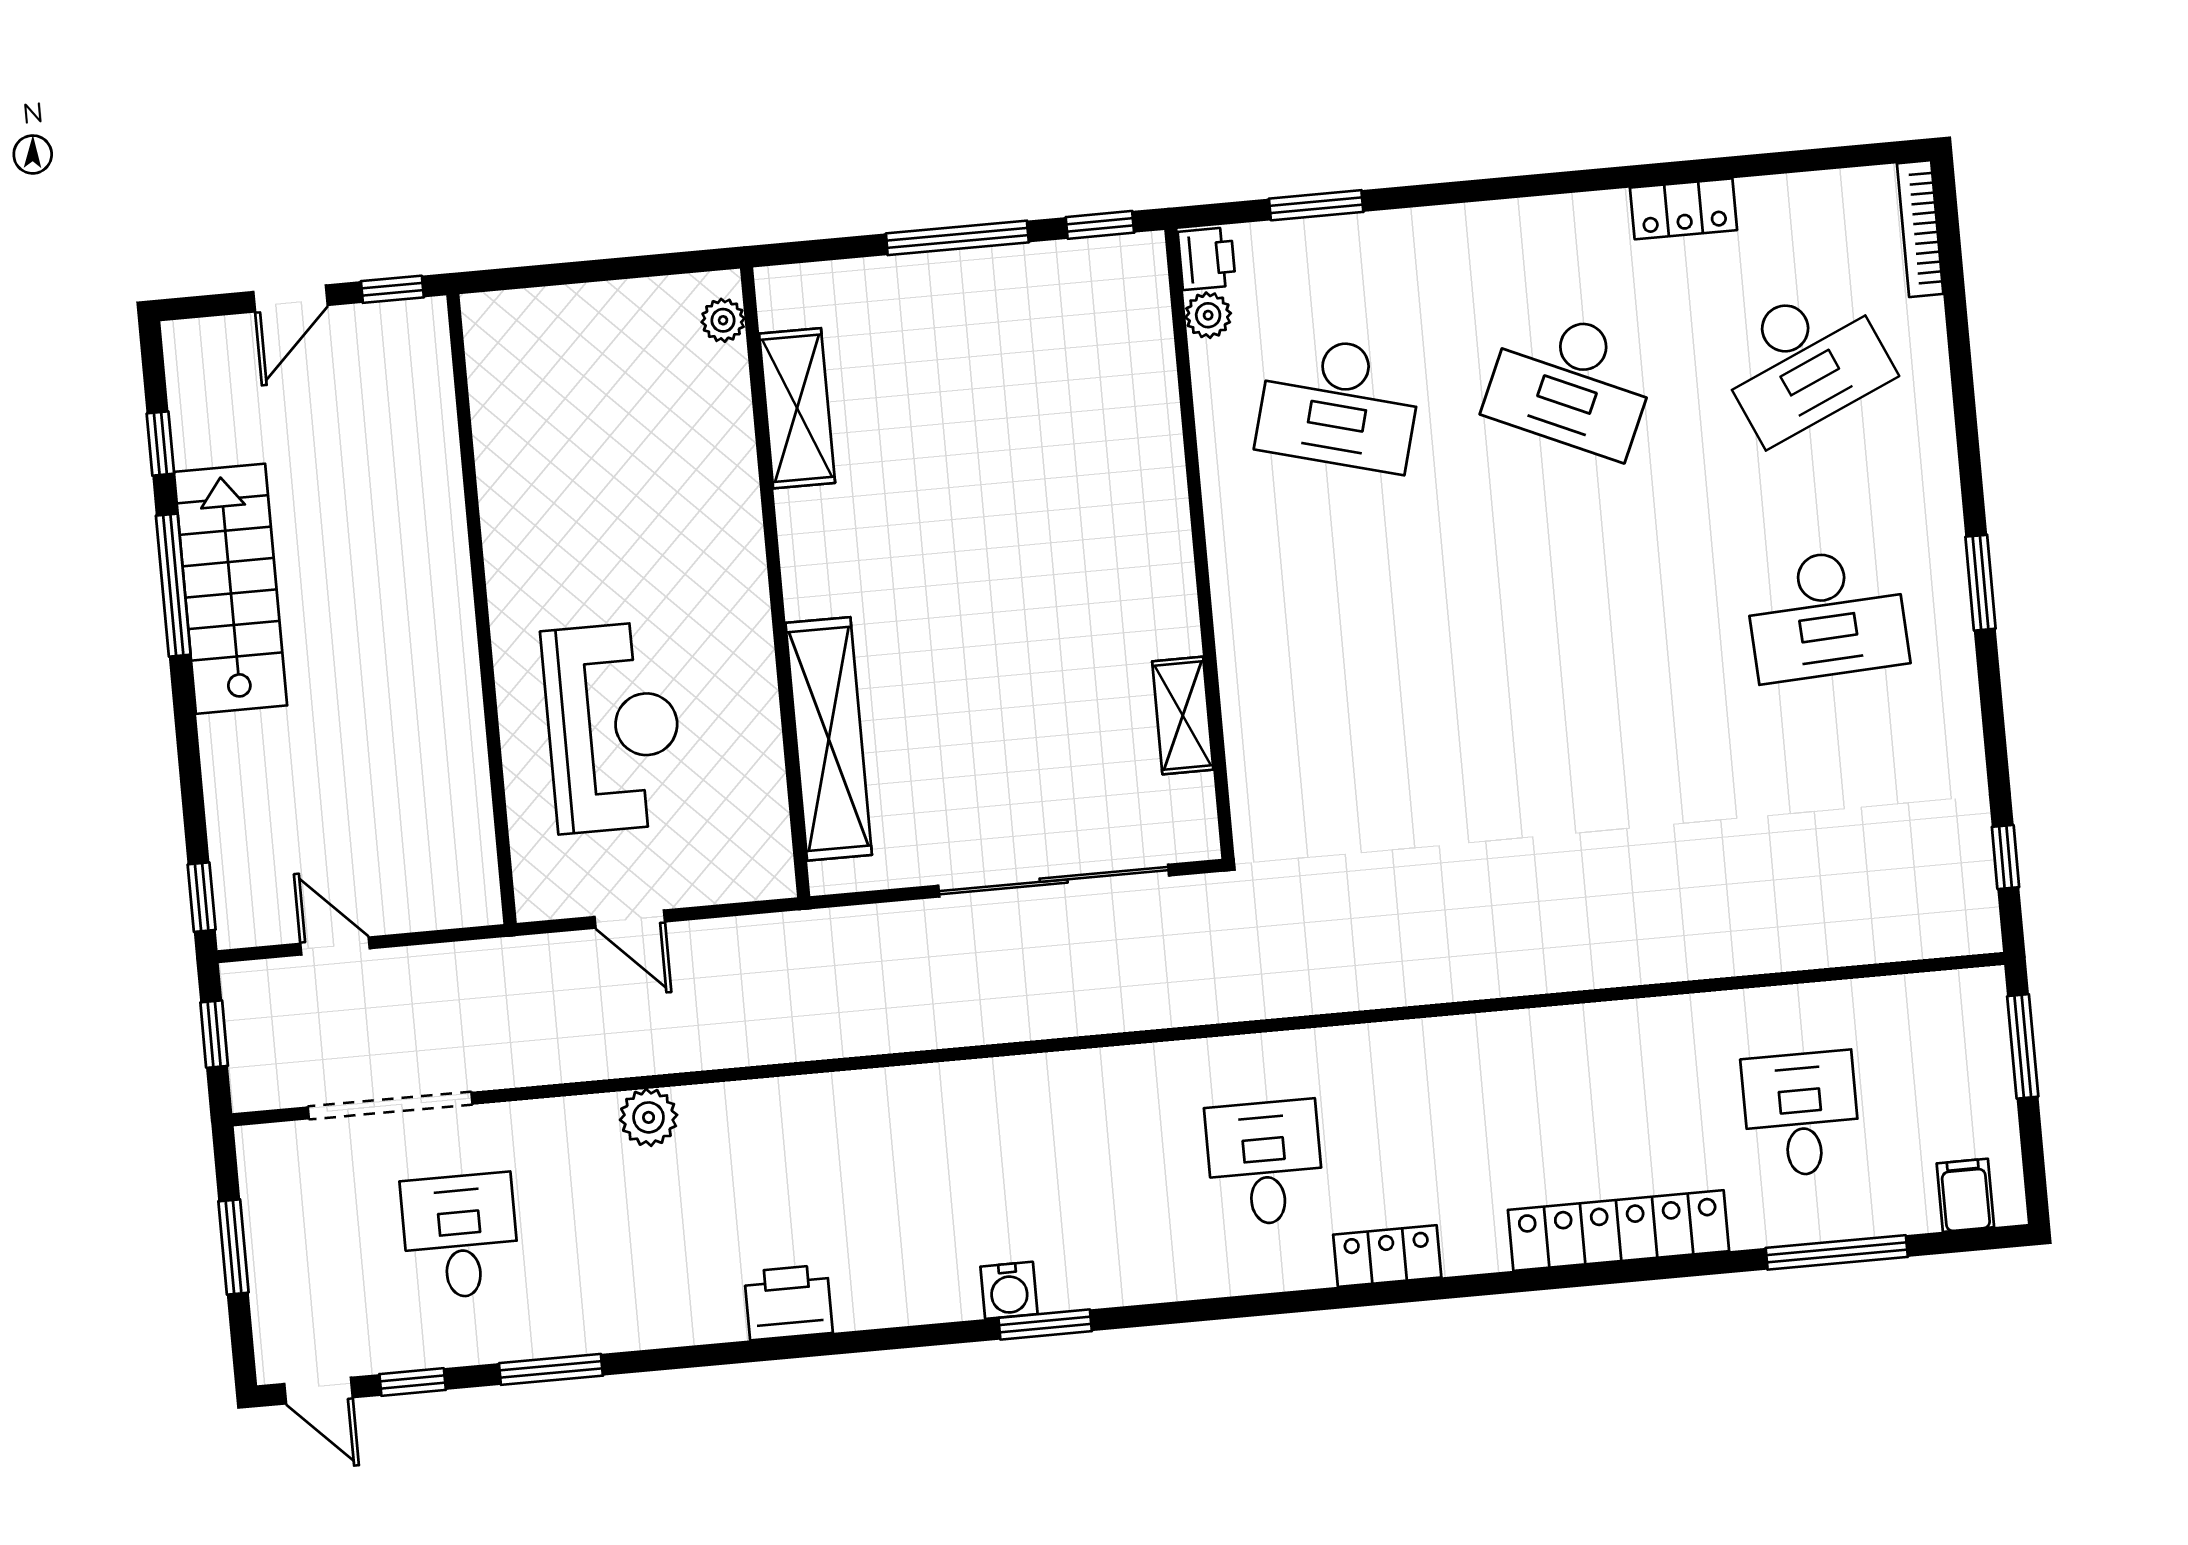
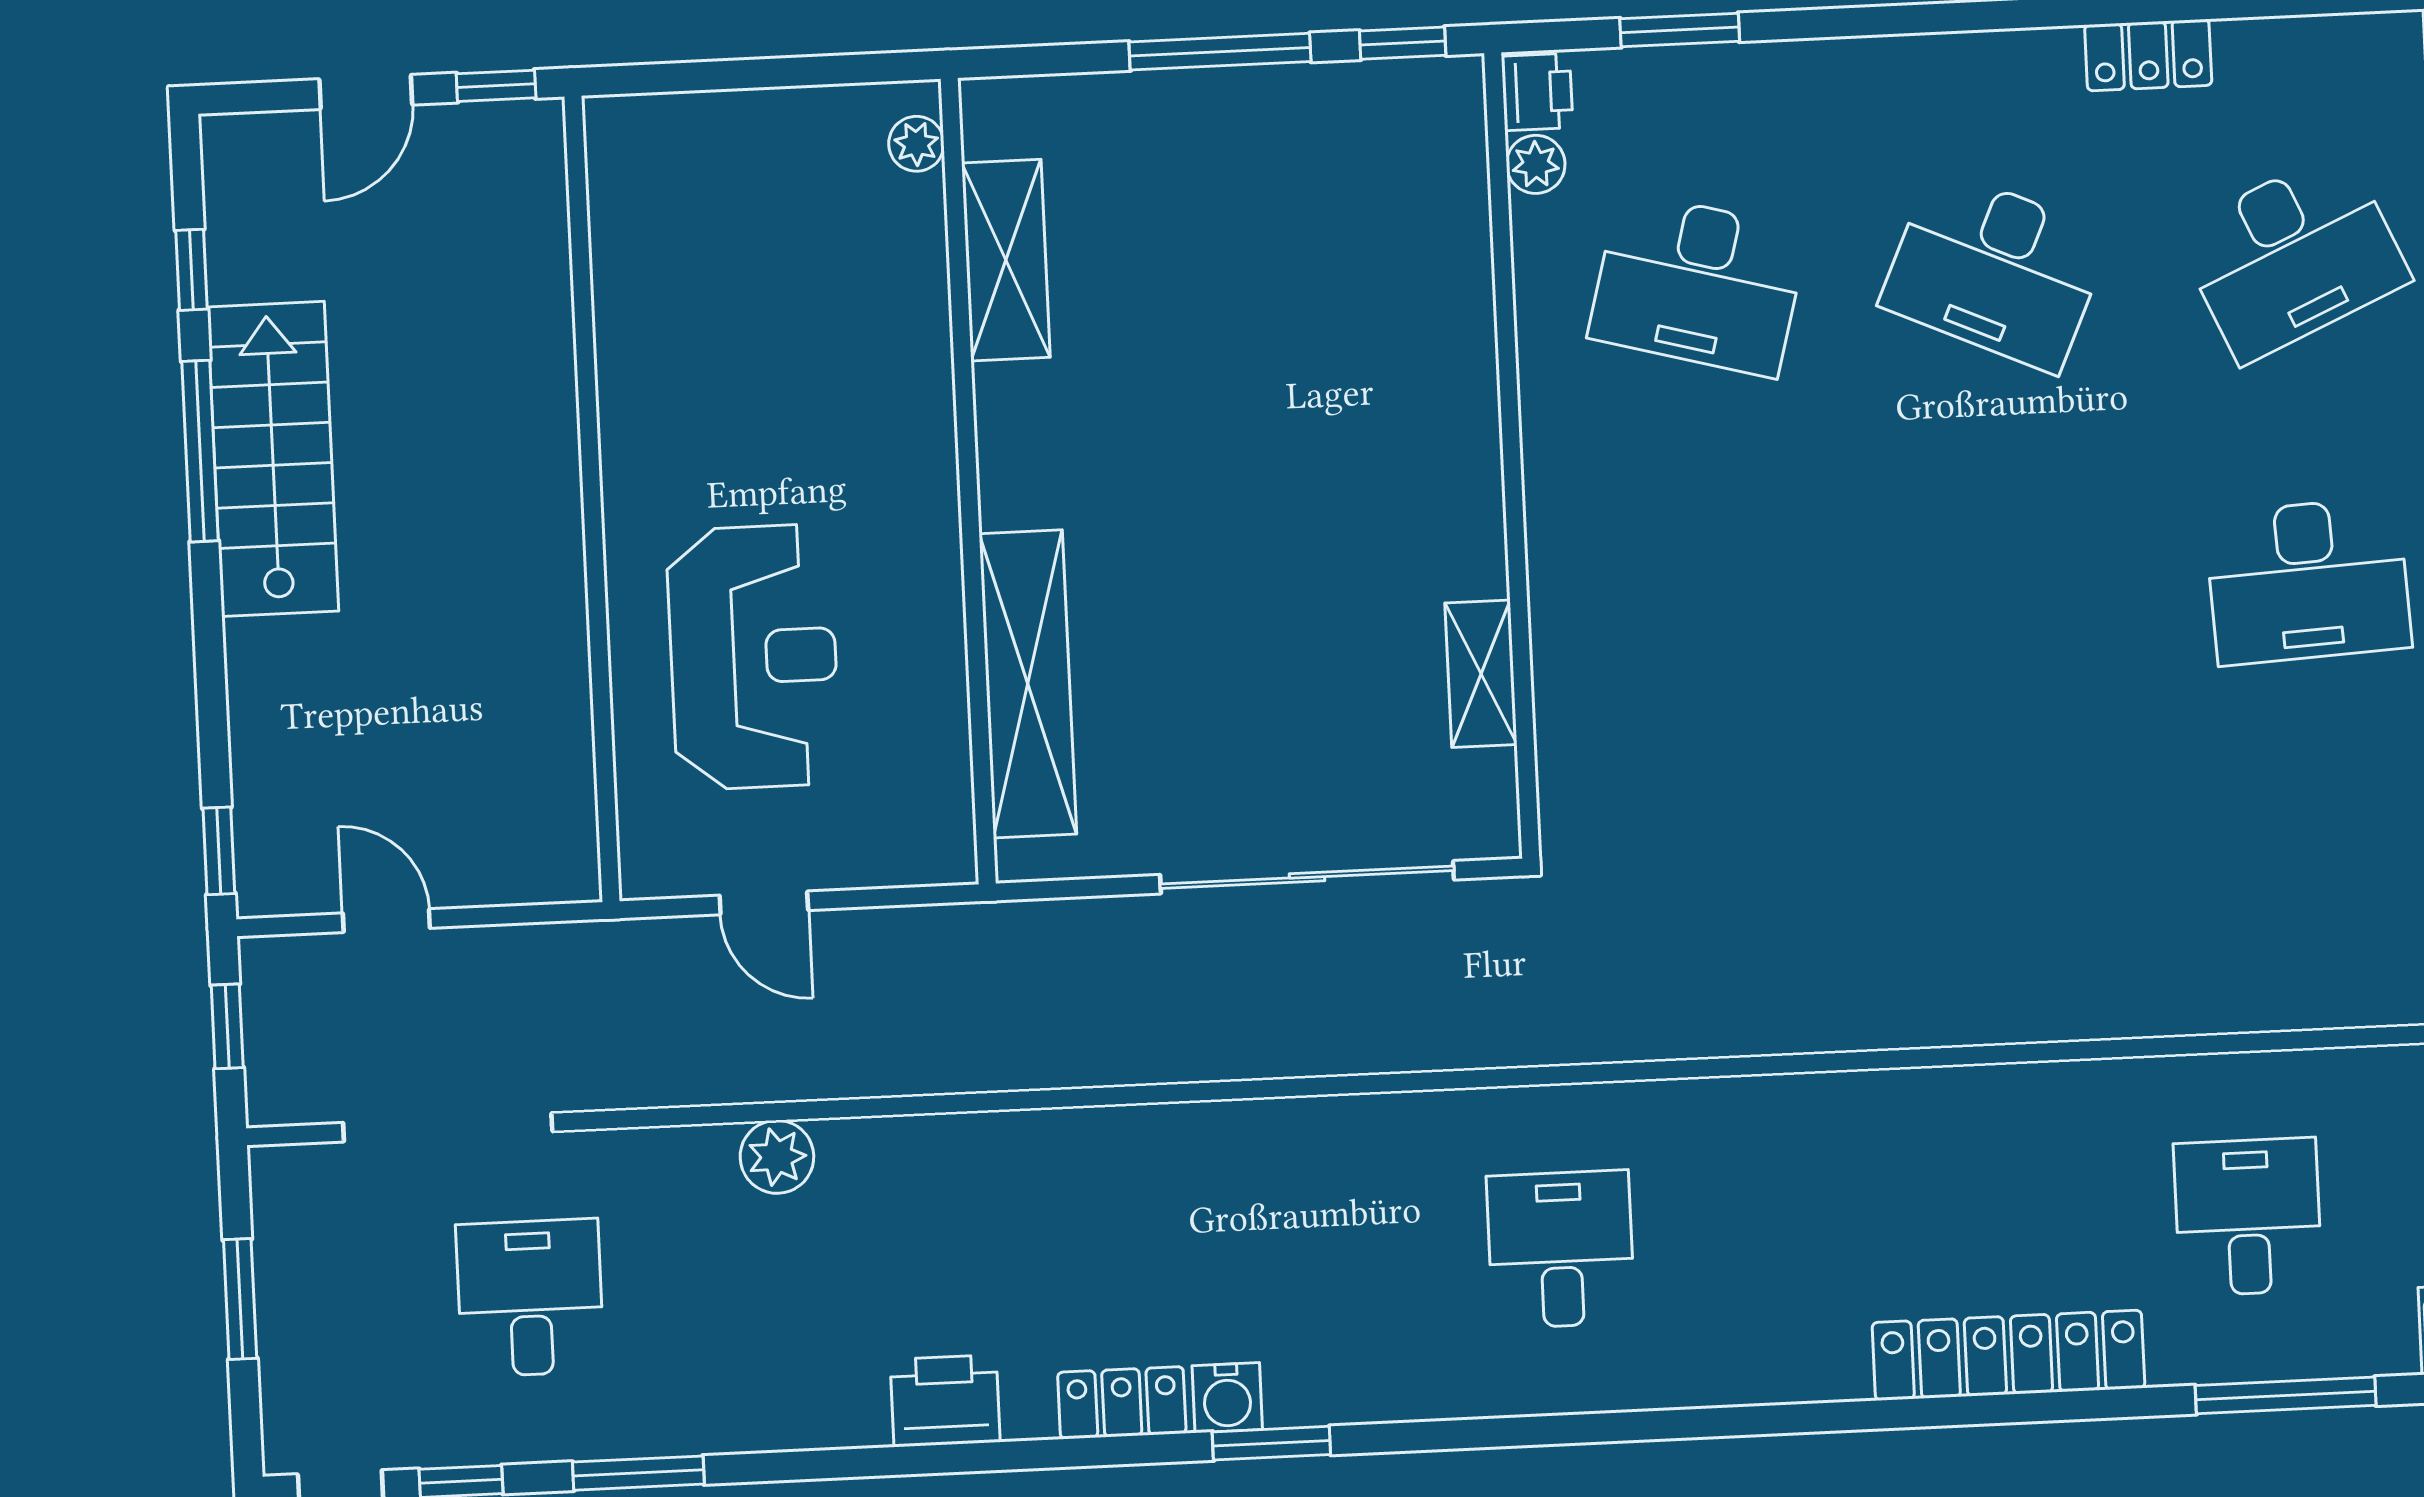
locker: (1387, 1256) -> (1122, 1403), moved

